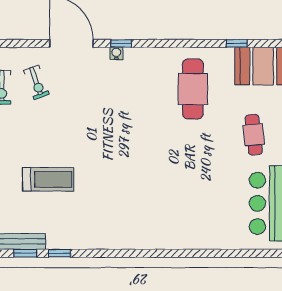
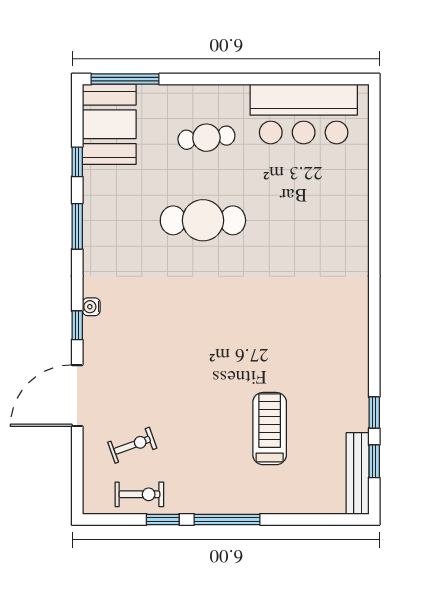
window: (191, 43) -> (77, 226), added
water cooler: (116, 53) -> (91, 307), moved
cafe table: (193, 89) -> (203, 220), moved

